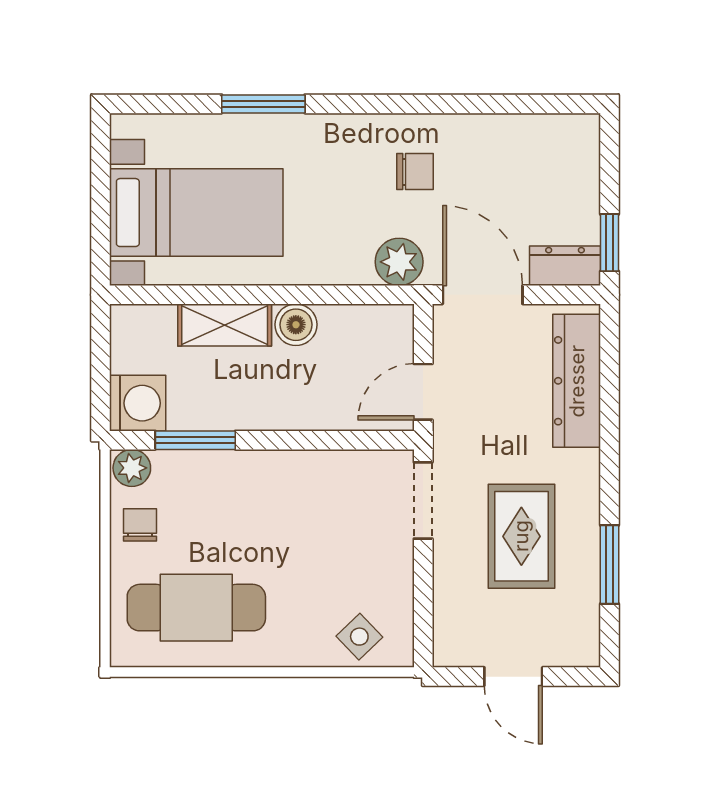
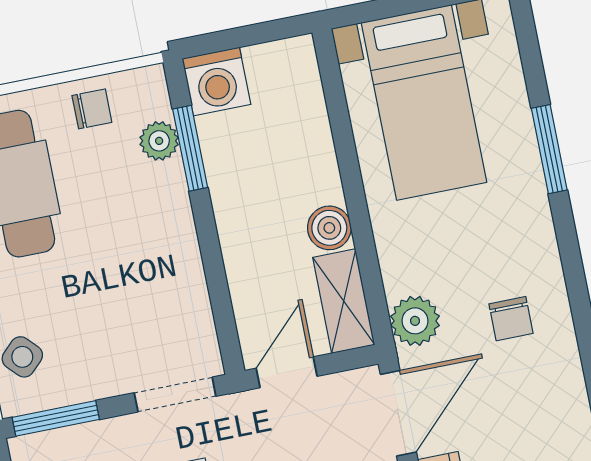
shelving: (225, 325) -> (344, 301), moved
door: (423, 392) -> (287, 372), hinge flipped
plant: (132, 468) -> (159, 141), moved
window: (423, 617) -> (56, 418), added

